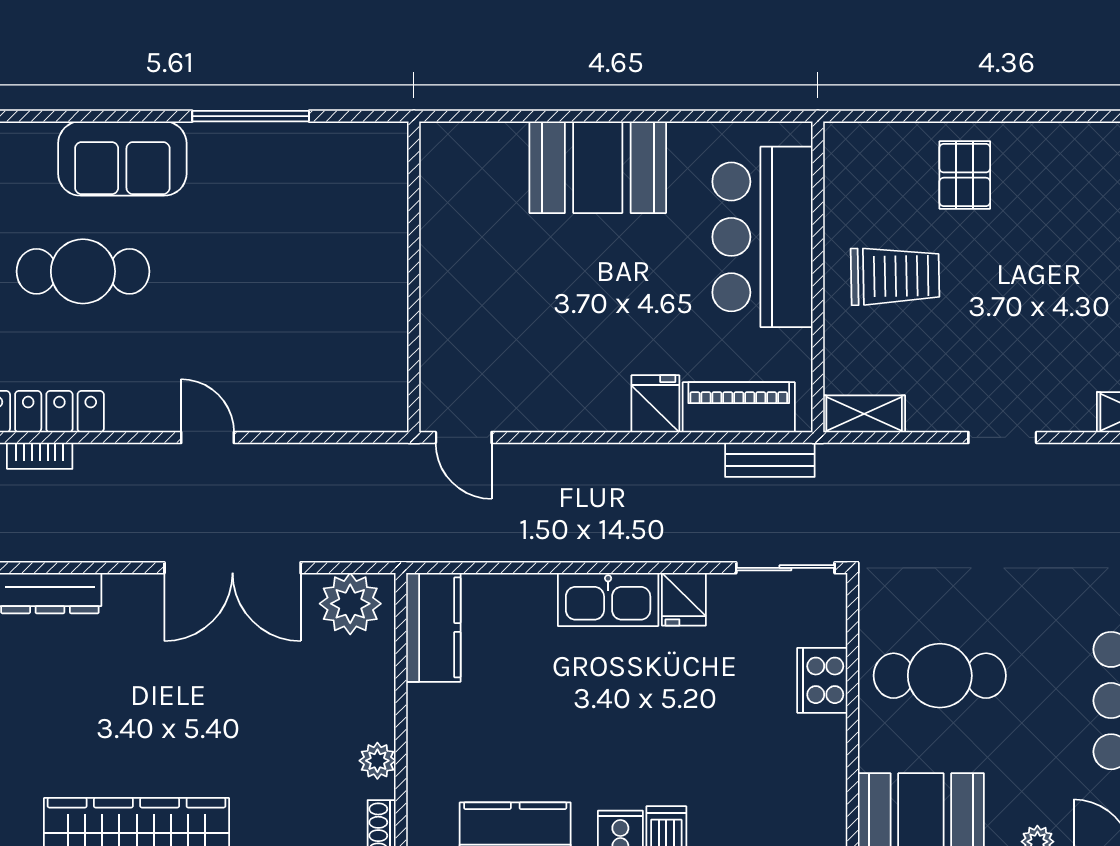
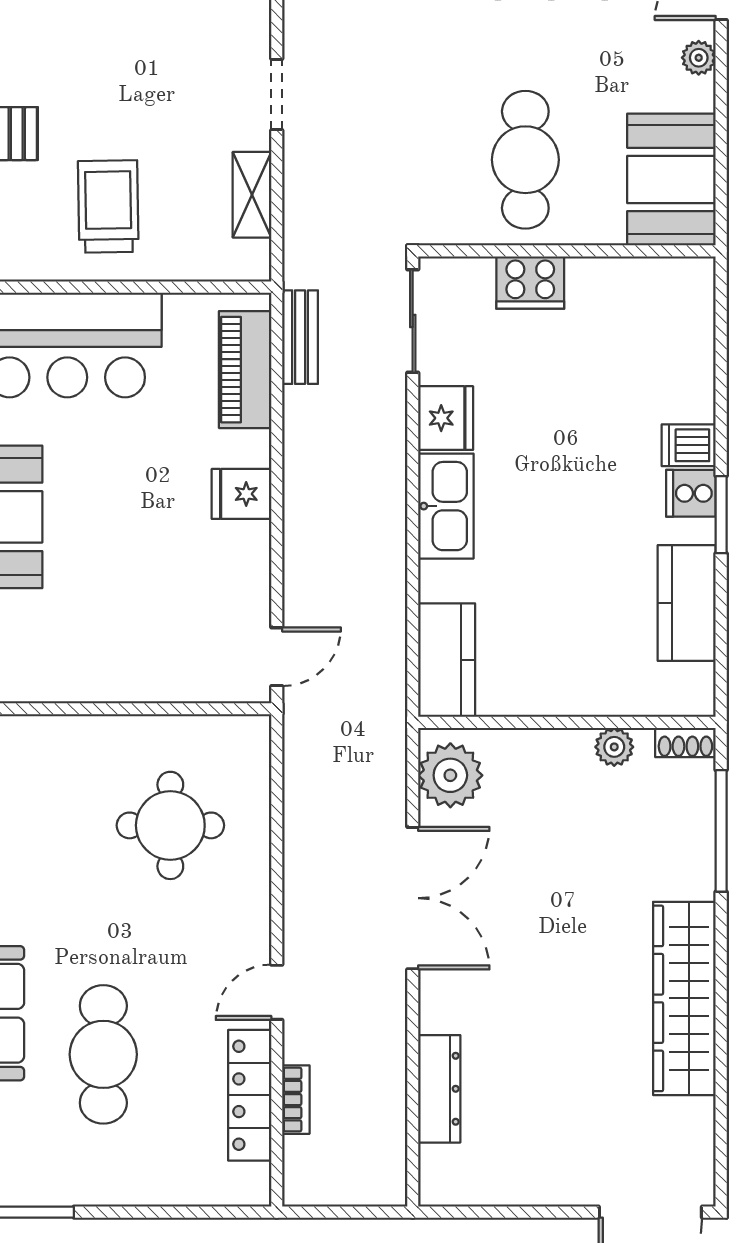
round table: (302, 336) -> (170, 825), added
fridge: (655, 404) -> (241, 494), moved
shelving: (864, 414) -> (252, 195), moved
door: (207, 437) -> (277, 992), moved
fridge: (684, 599) -> (446, 418), width x1.38
kitchen counter: (433, 627) -> (447, 660), moved, turned 90

